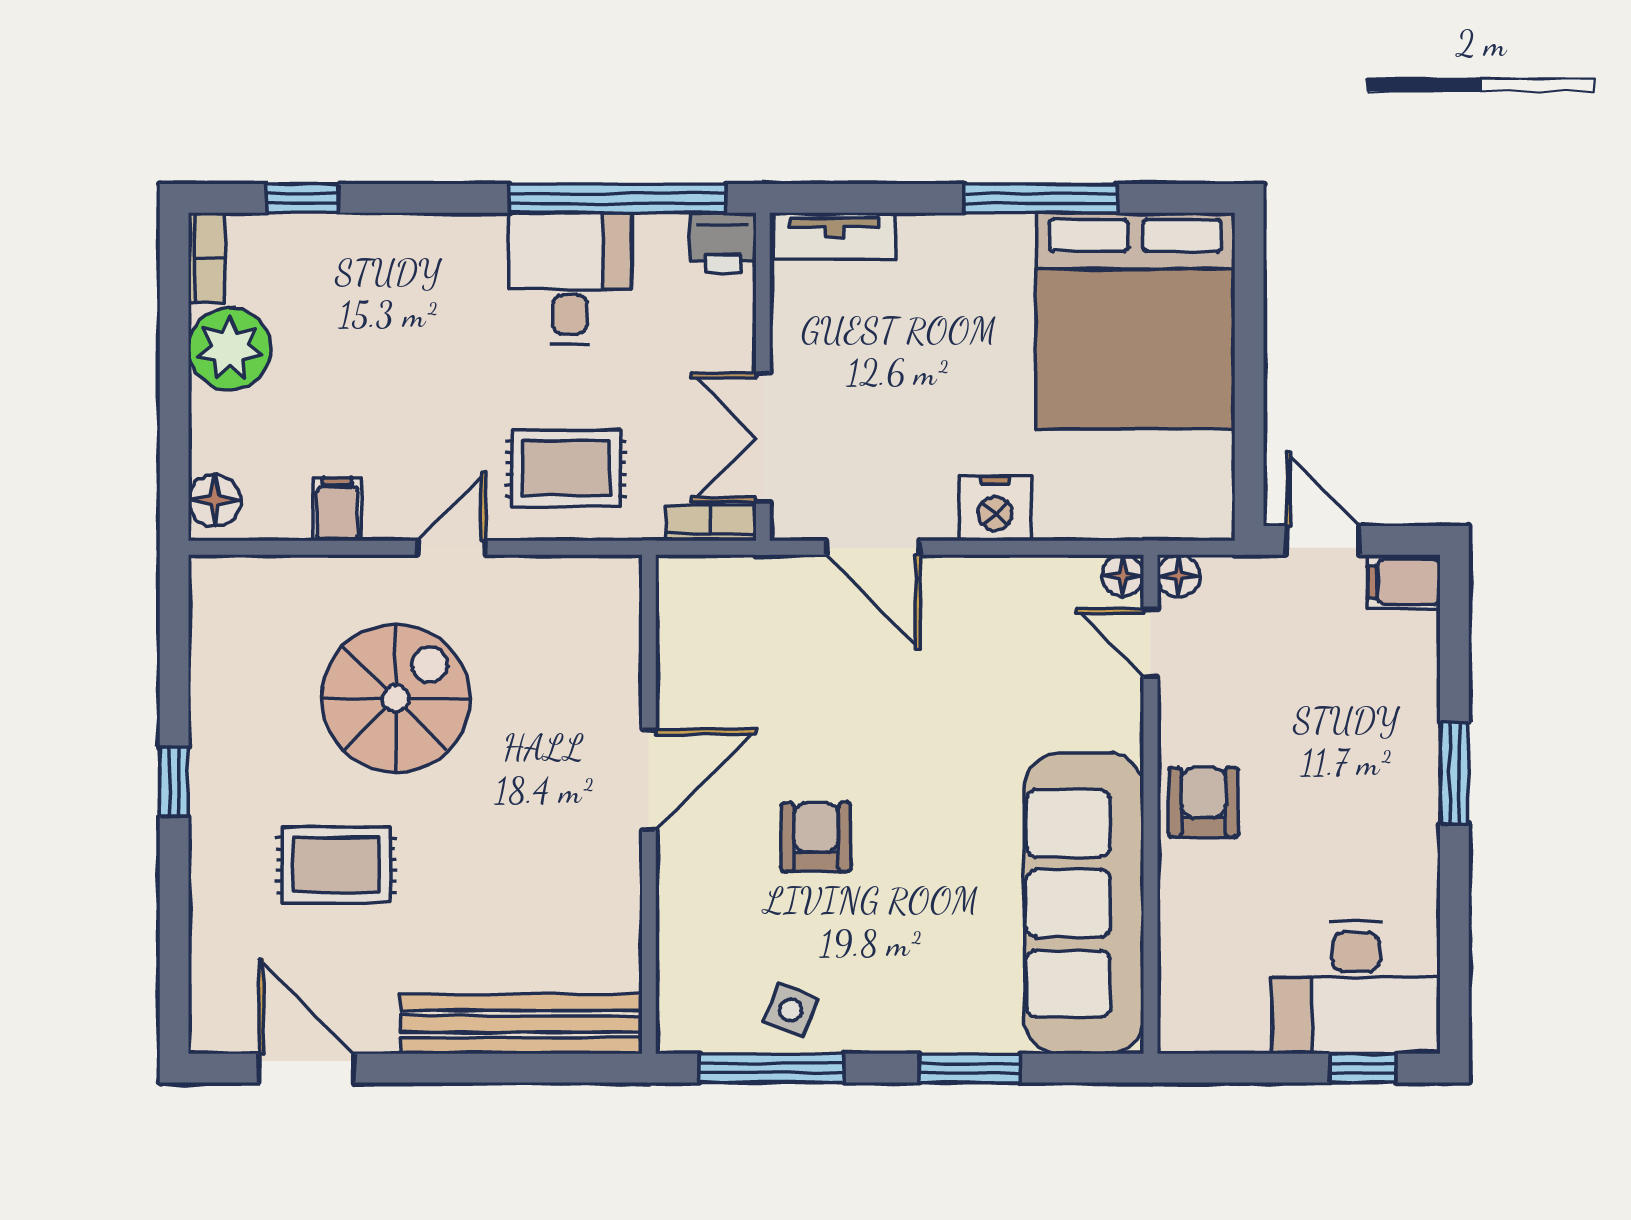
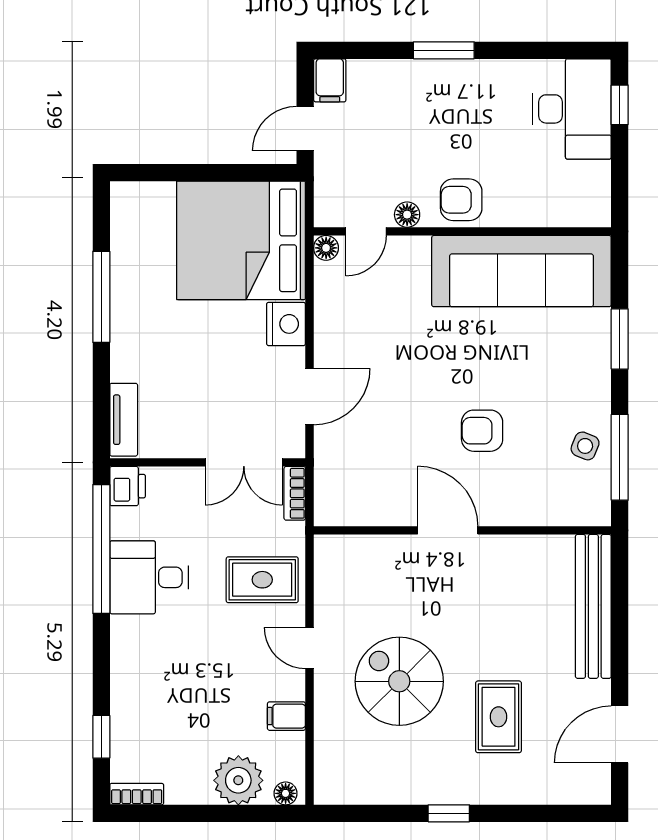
bed: (1135, 321) -> (241, 240), moved, turned 180
plant: (230, 349) -> (238, 780), moved
rug: (566, 468) -> (262, 580), turned 90
floor lamp: (215, 500) -> (286, 793), width x0.73, depth x0.73
floor lamp: (1179, 576) -> (407, 215), moved

